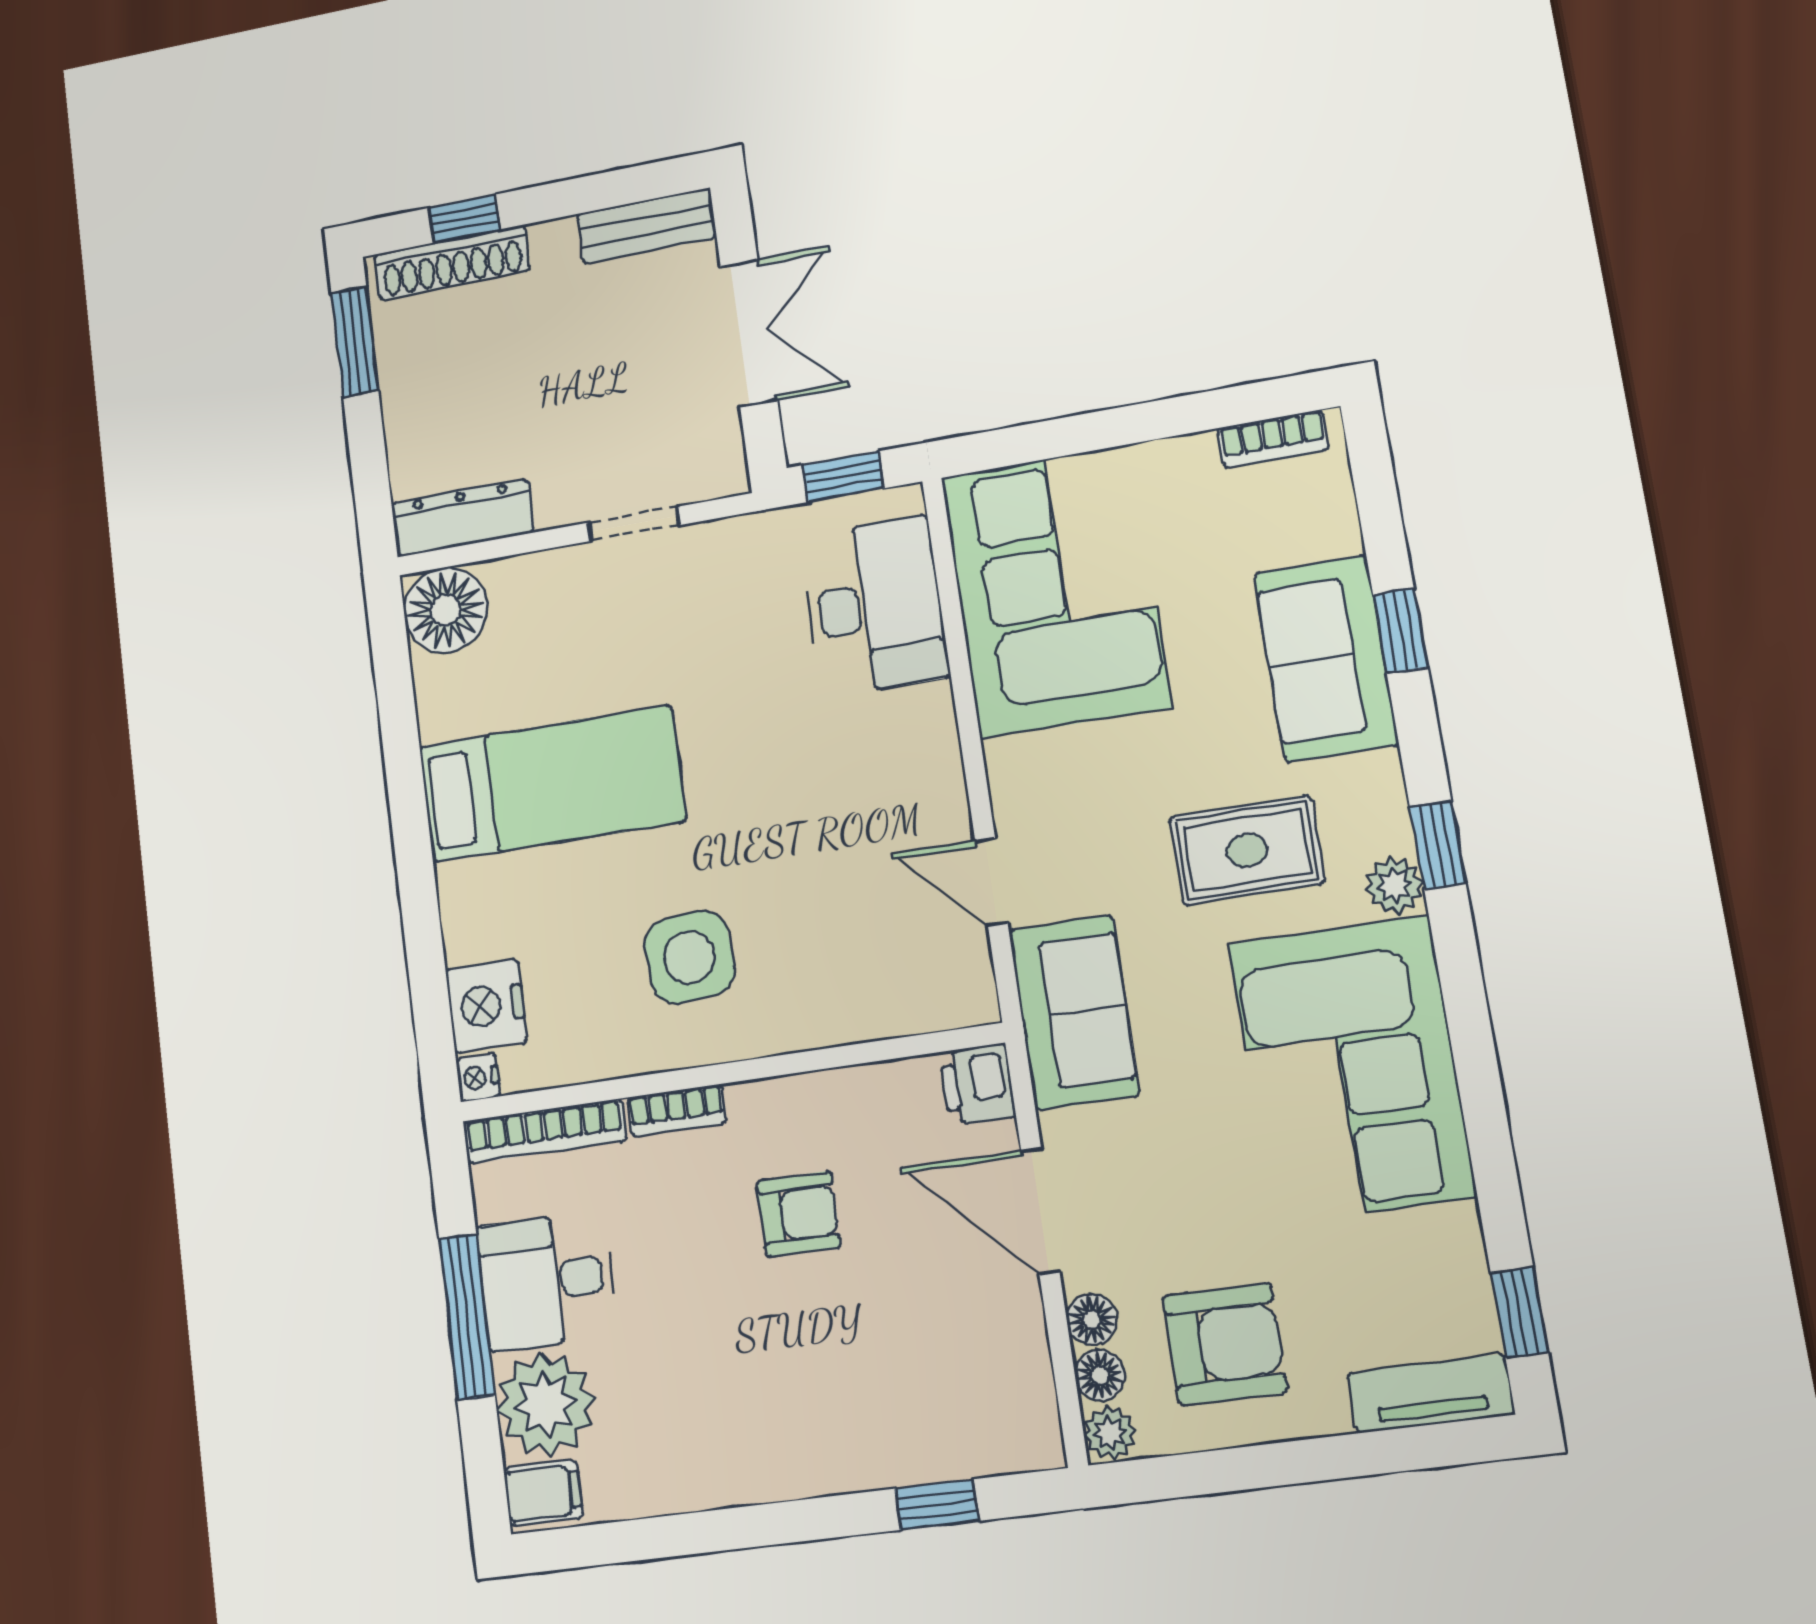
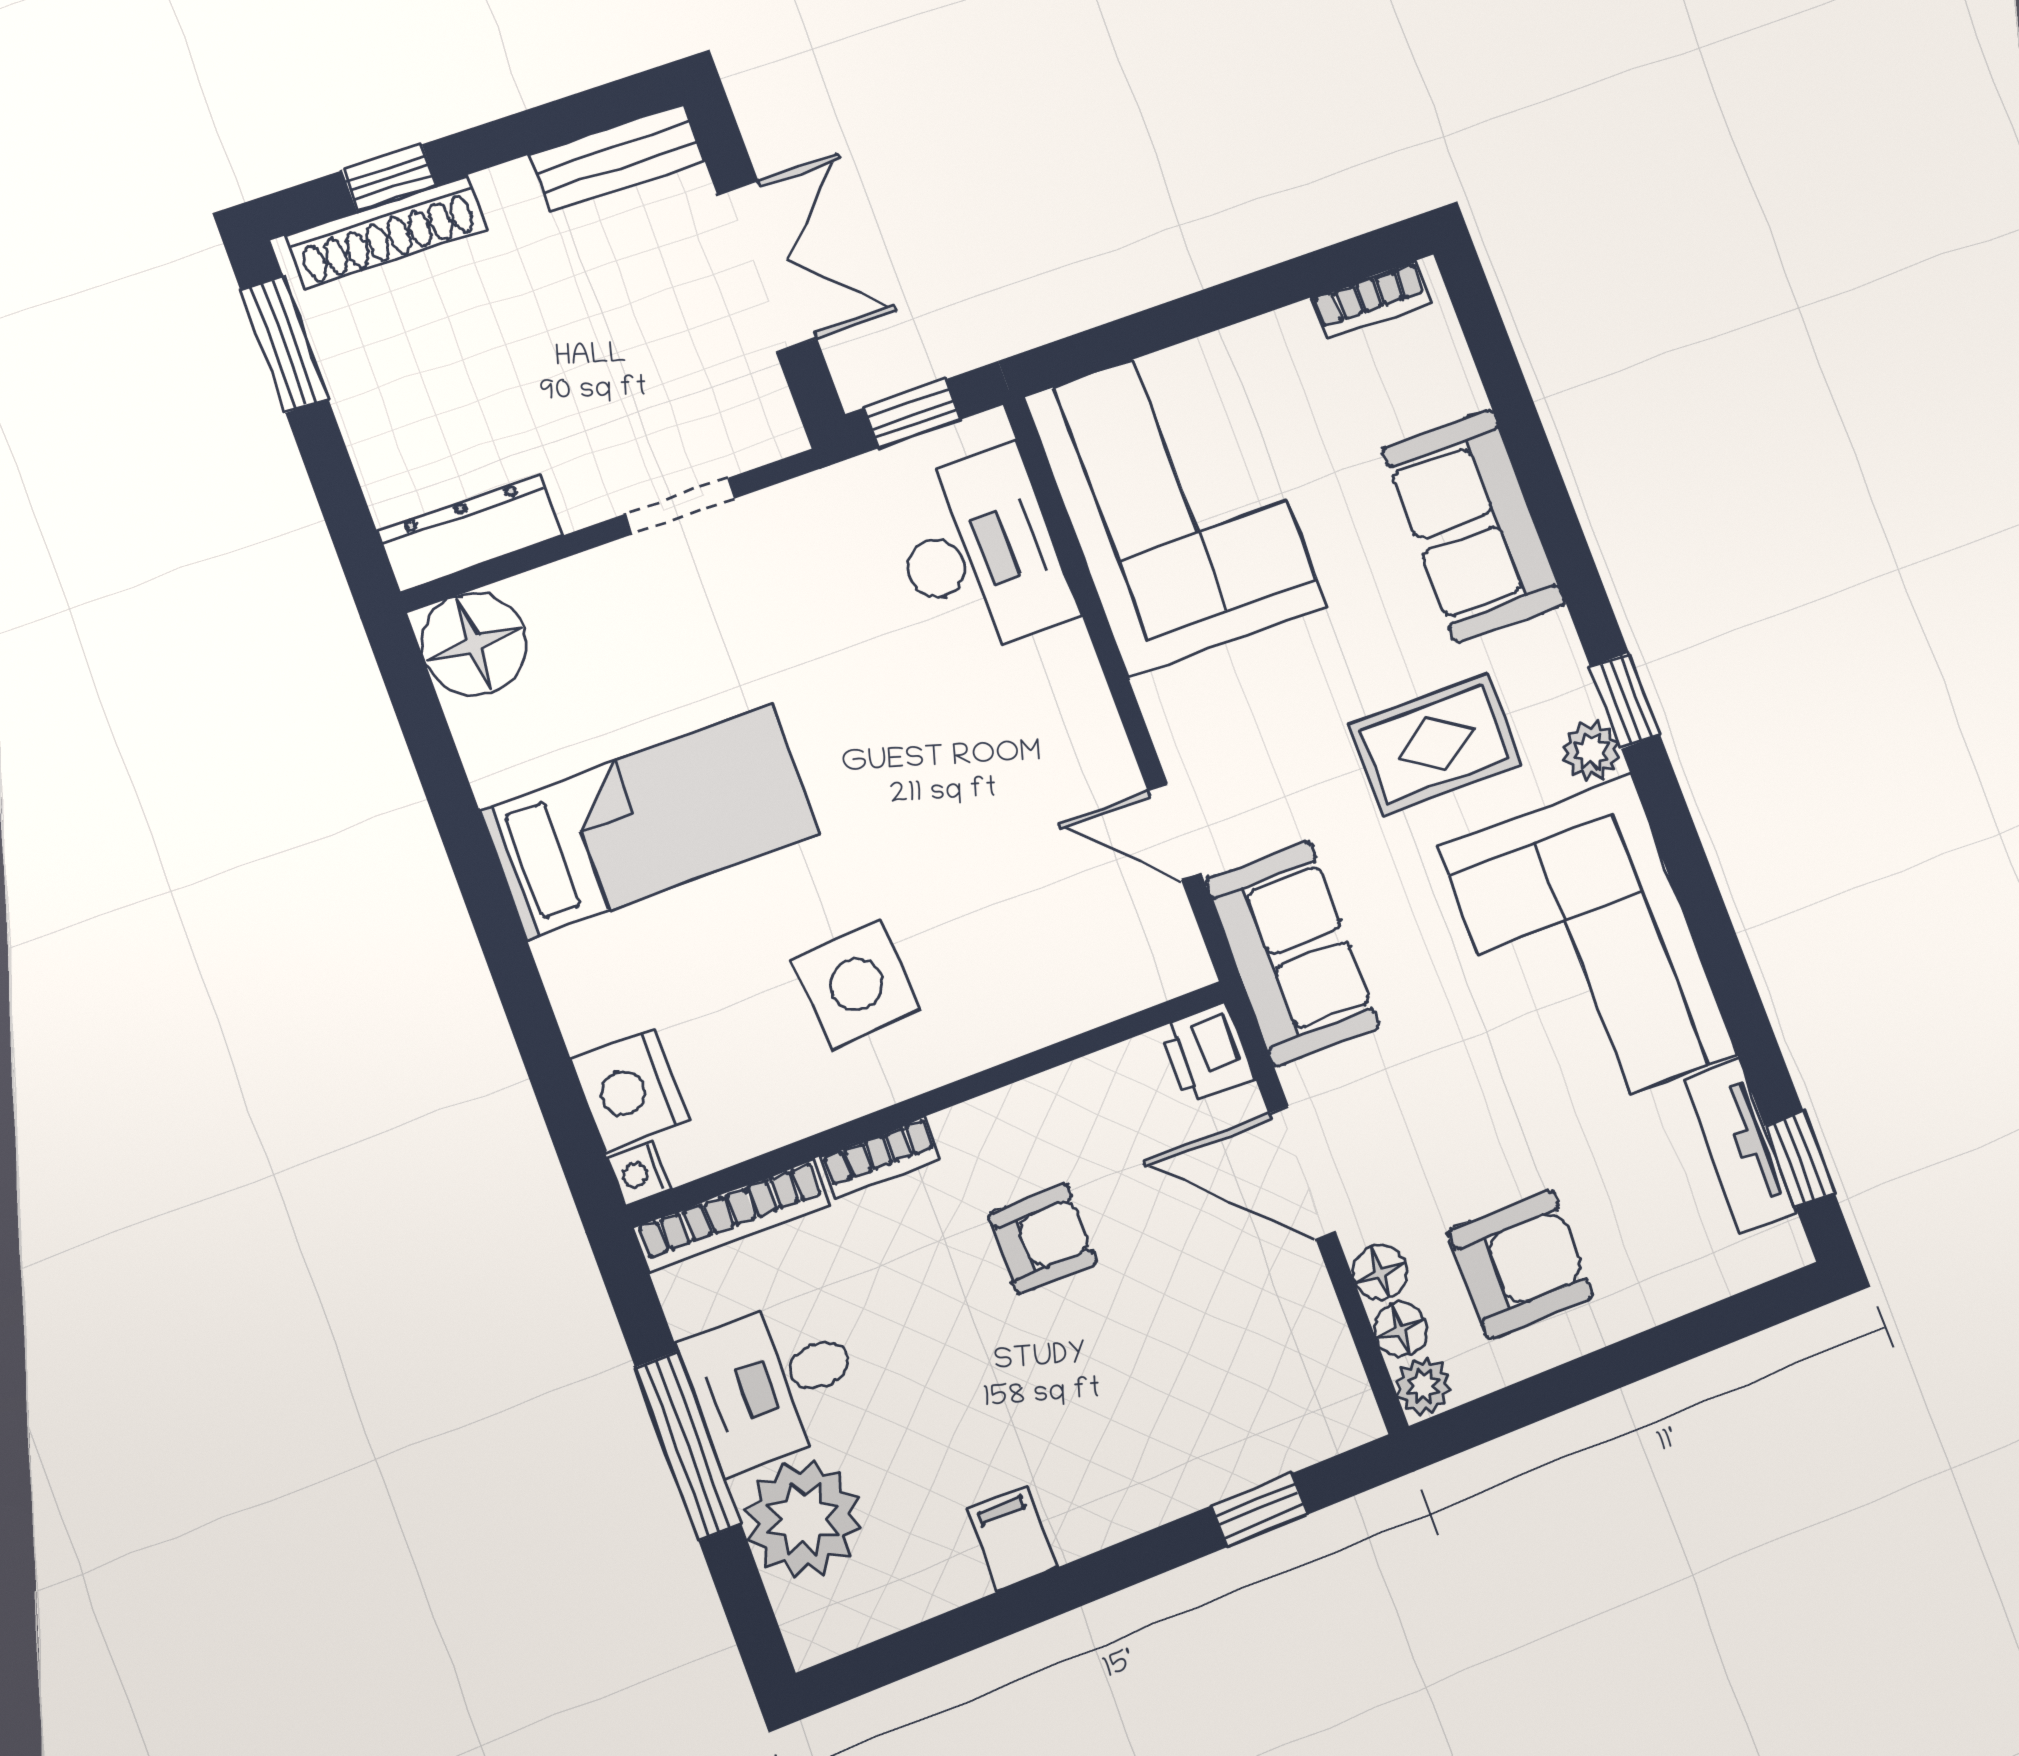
window: (1400, 631) -> (1543, 484), removed
tv unit: (1431, 1394) -> (1740, 1146), moved, turned -90
filing cabinet: (543, 1493) -> (1012, 1539), moved, turned -90

